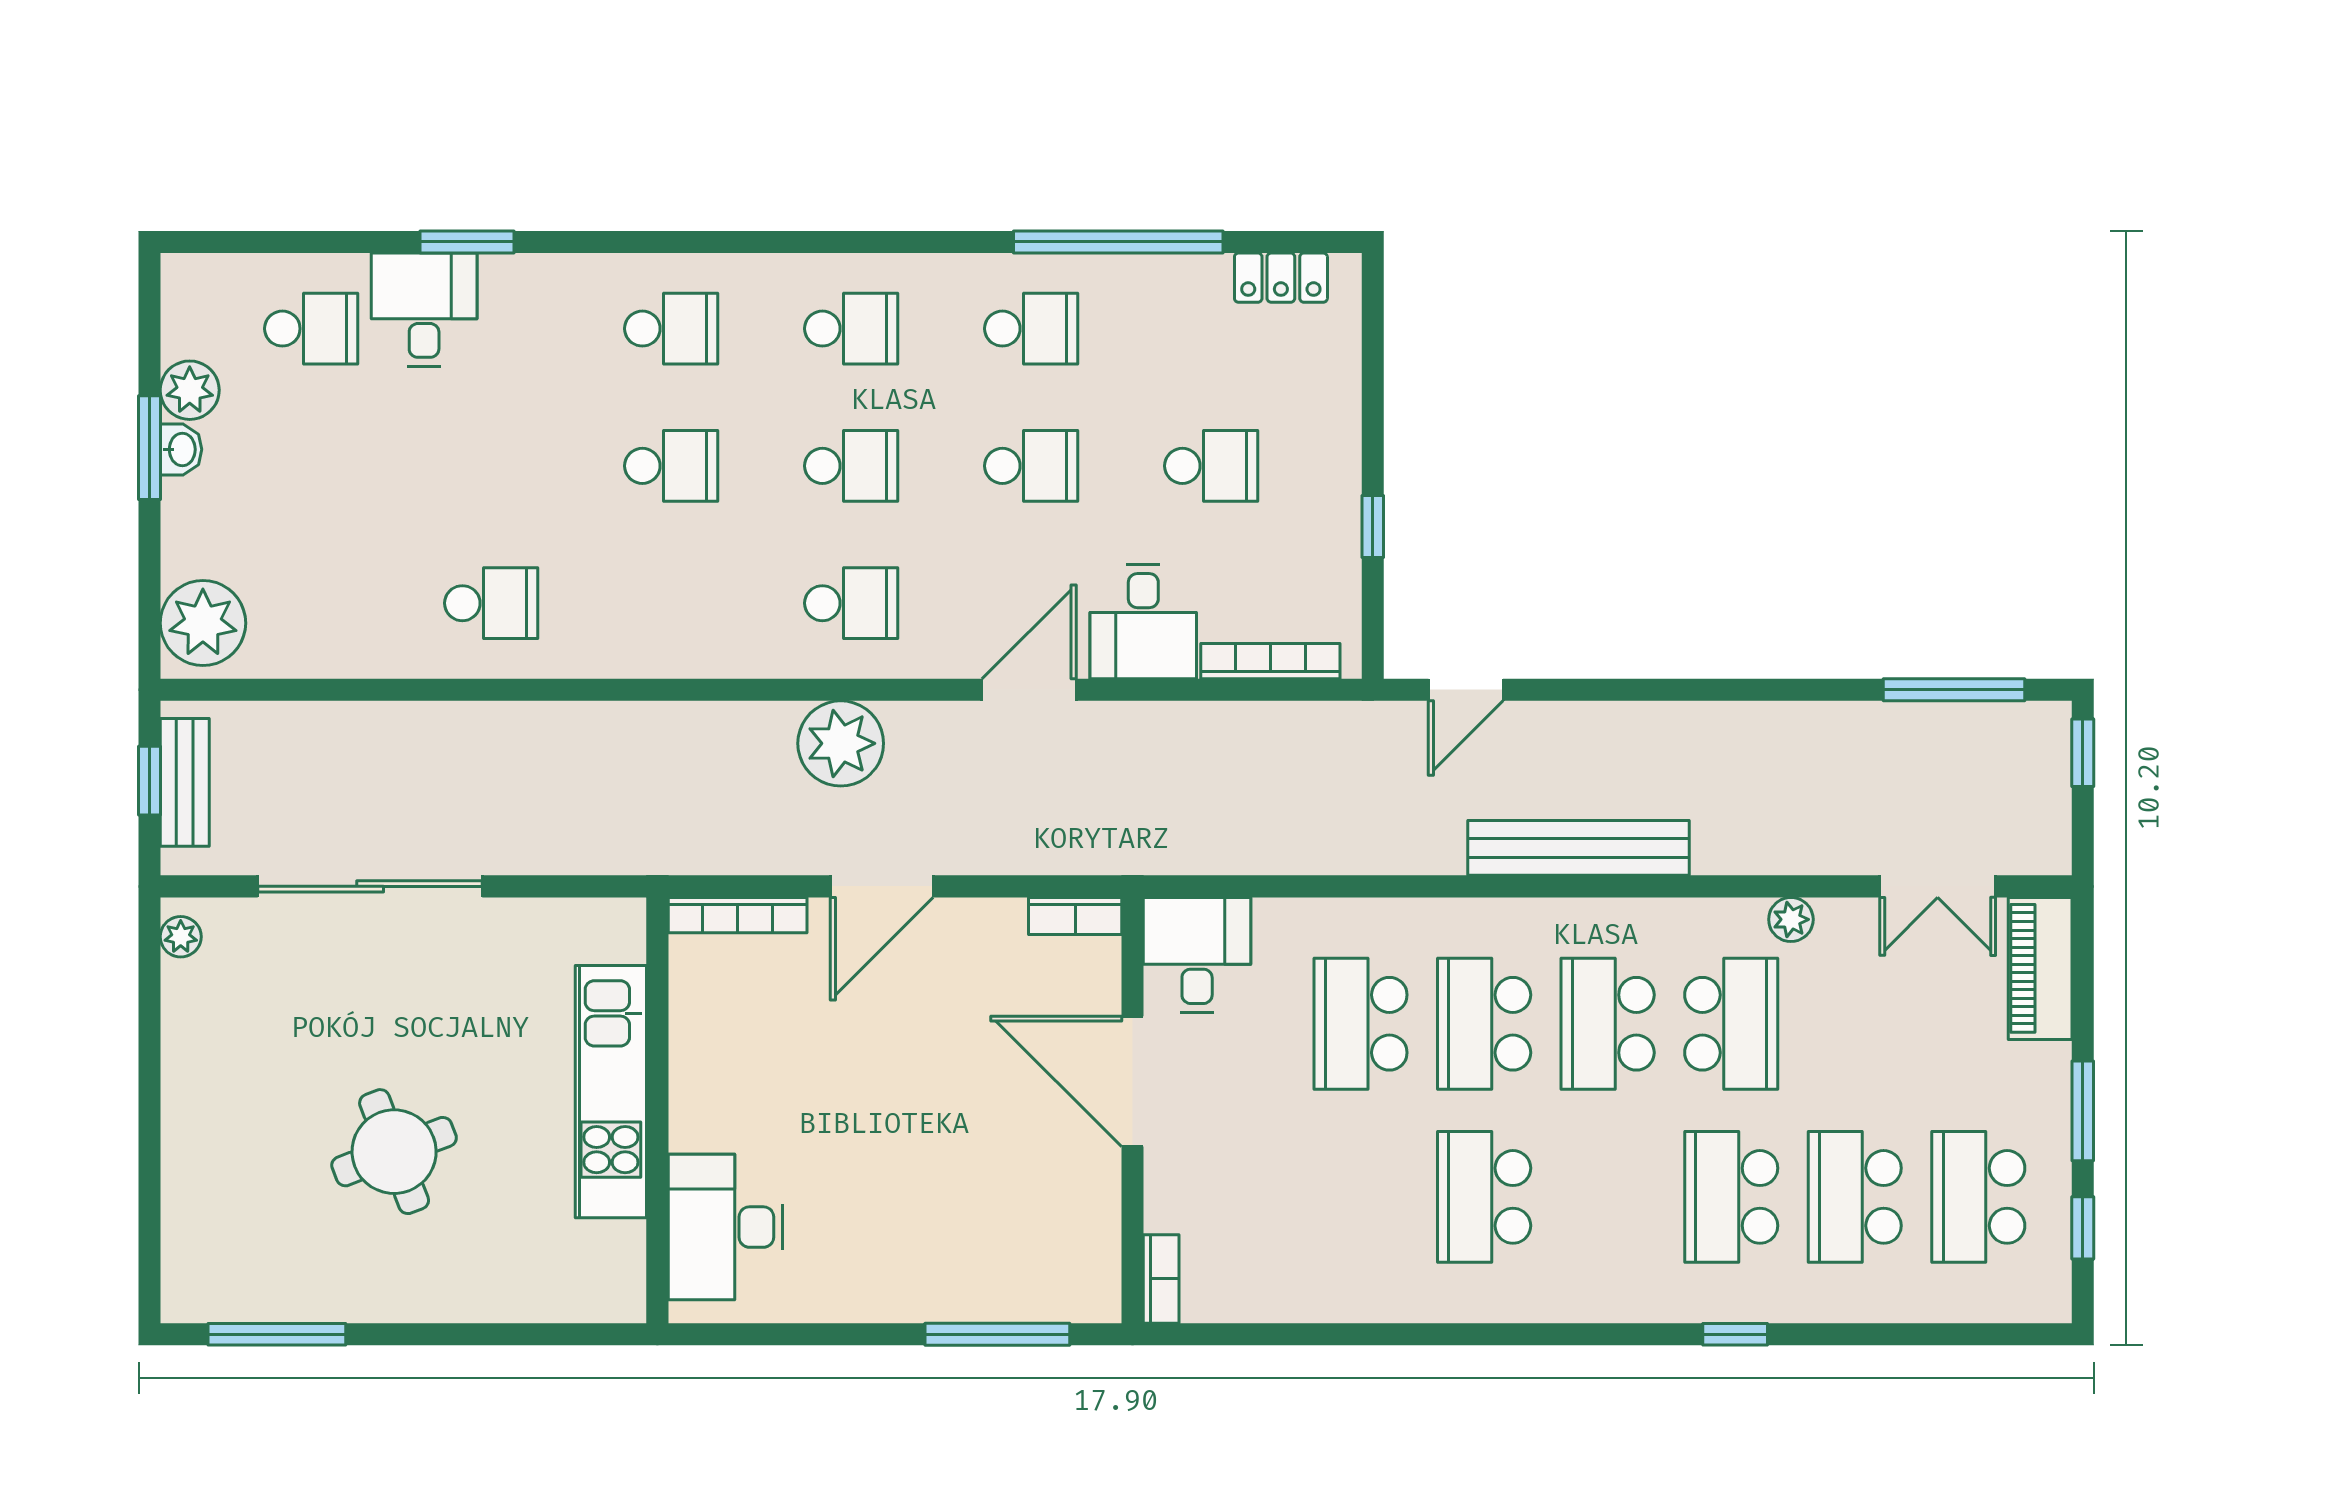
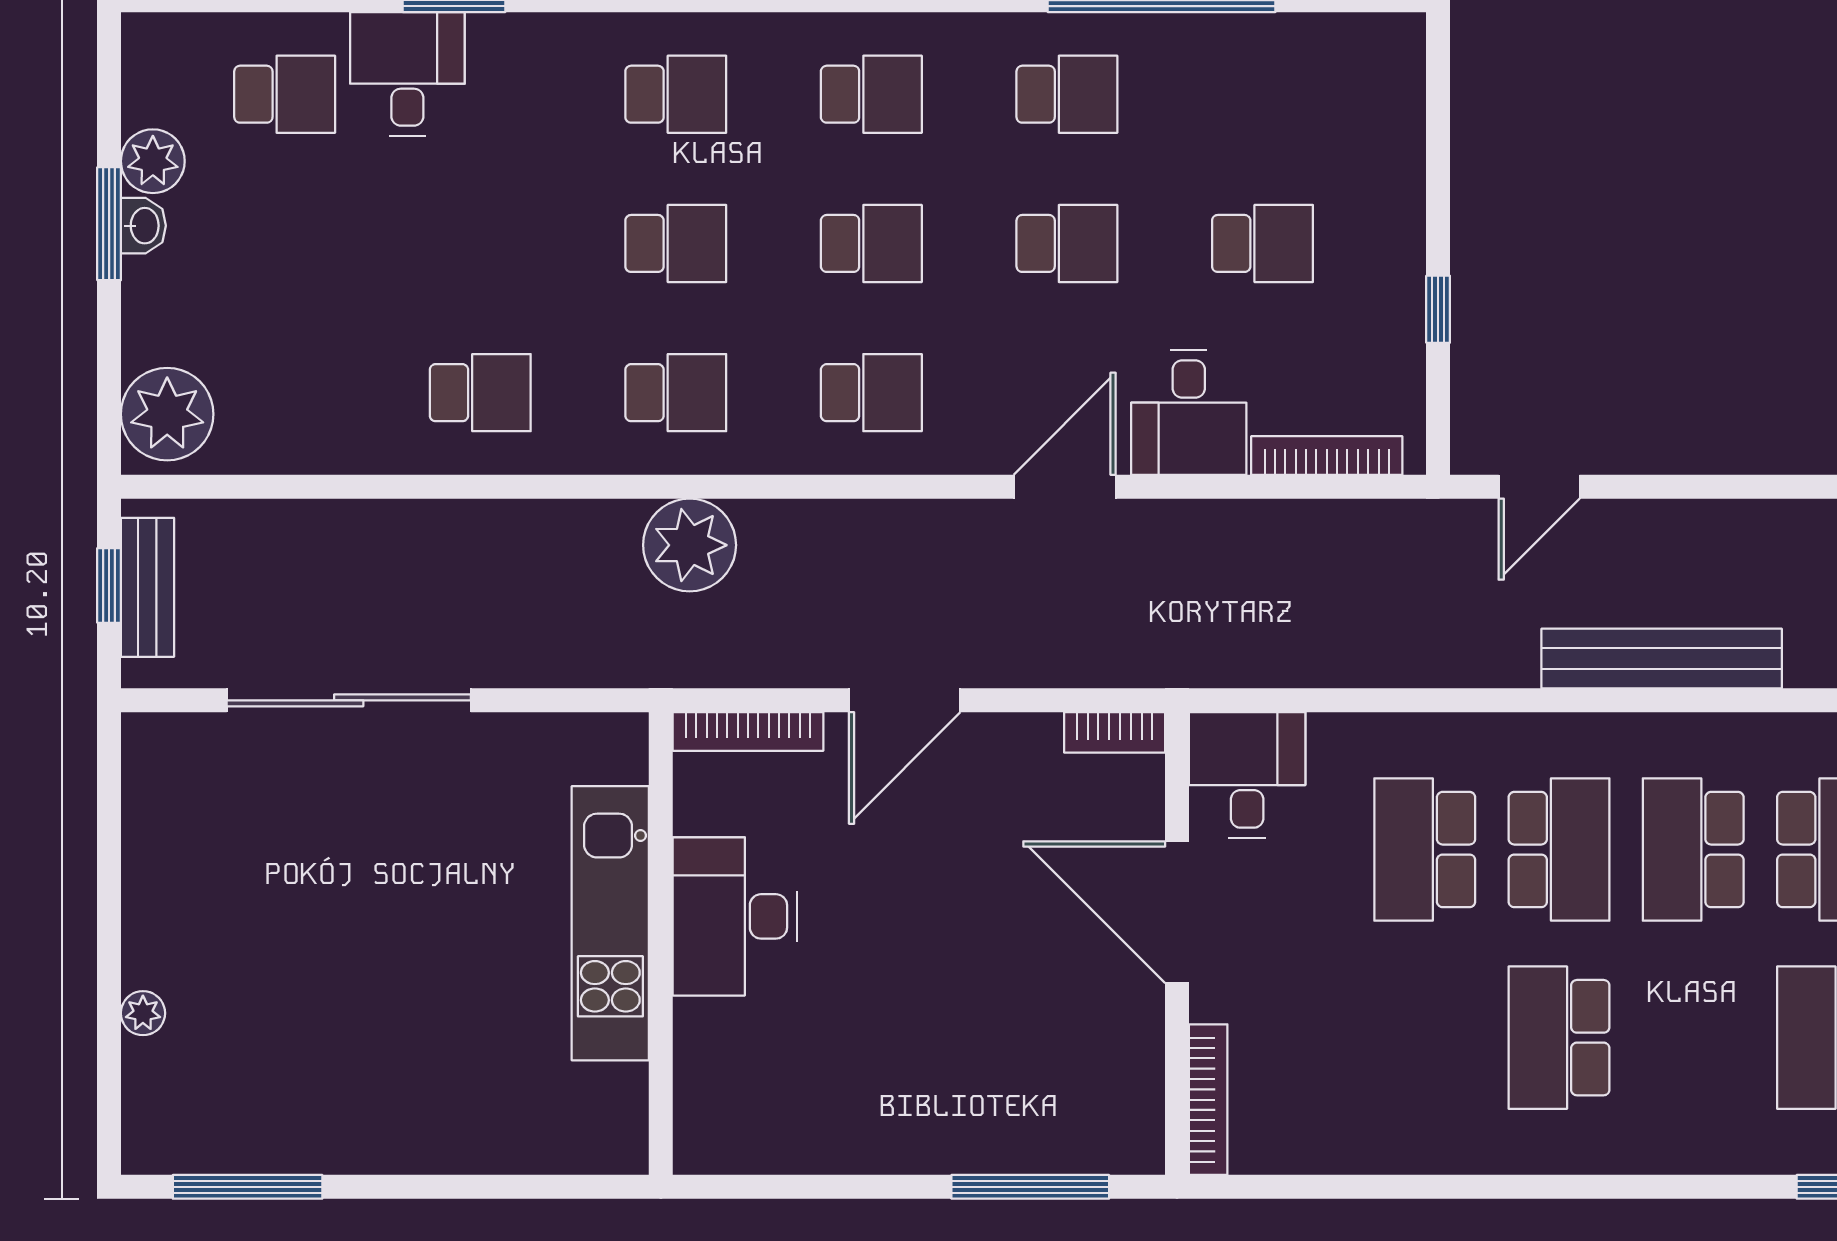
locker: (1281, 278) -> (1338, 39), removed
school desk: (671, 603) -> (676, 393), added
plant: (841, 743) -> (690, 545), moved
plant: (181, 937) -> (143, 1013), moved
school desk: (1484, 1024) -> (1559, 850), turned 180
round table: (394, 1152) -> (375, 988), removed
desk: (726, 1227) -> (735, 916), moved
bookcase: (1161, 1279) -> (1208, 1100), width x1.56

